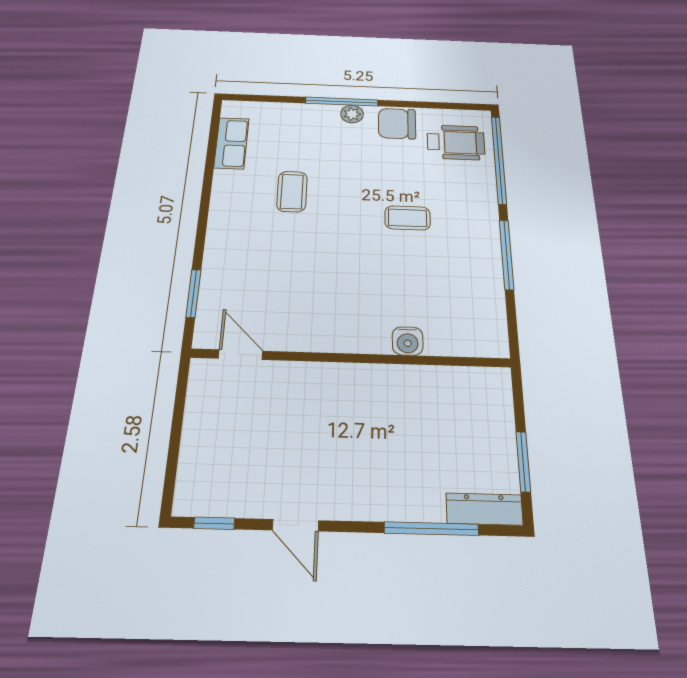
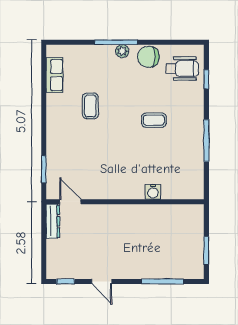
window: (499, 160) -> (206, 79), width x0.32
dresser: (484, 509) -> (53, 221), moved, turned 90

